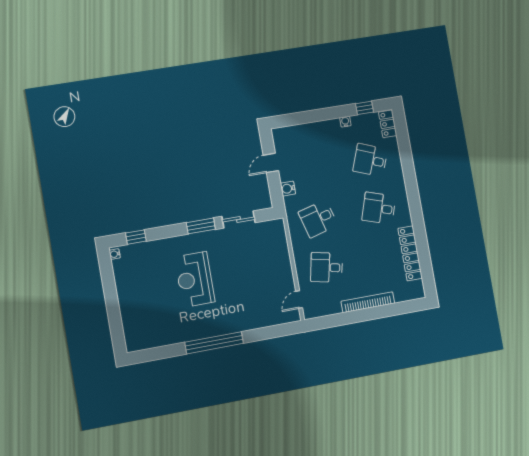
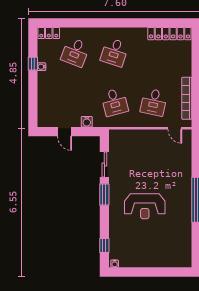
window: (364, 108) -> (33, 64), moved
locker: (410, 253) -> (169, 34), moved
bookcase: (368, 302) -> (187, 98), moved

